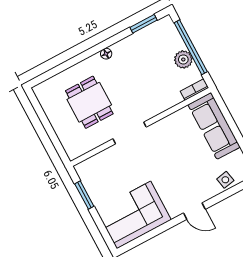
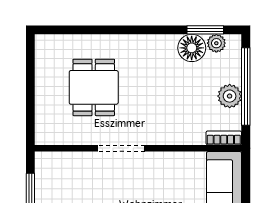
plant: (156, 29) -> (216, 43), added
floor lamp: (106, 54) -> (192, 48), moved, width x1.89, depth x1.89

